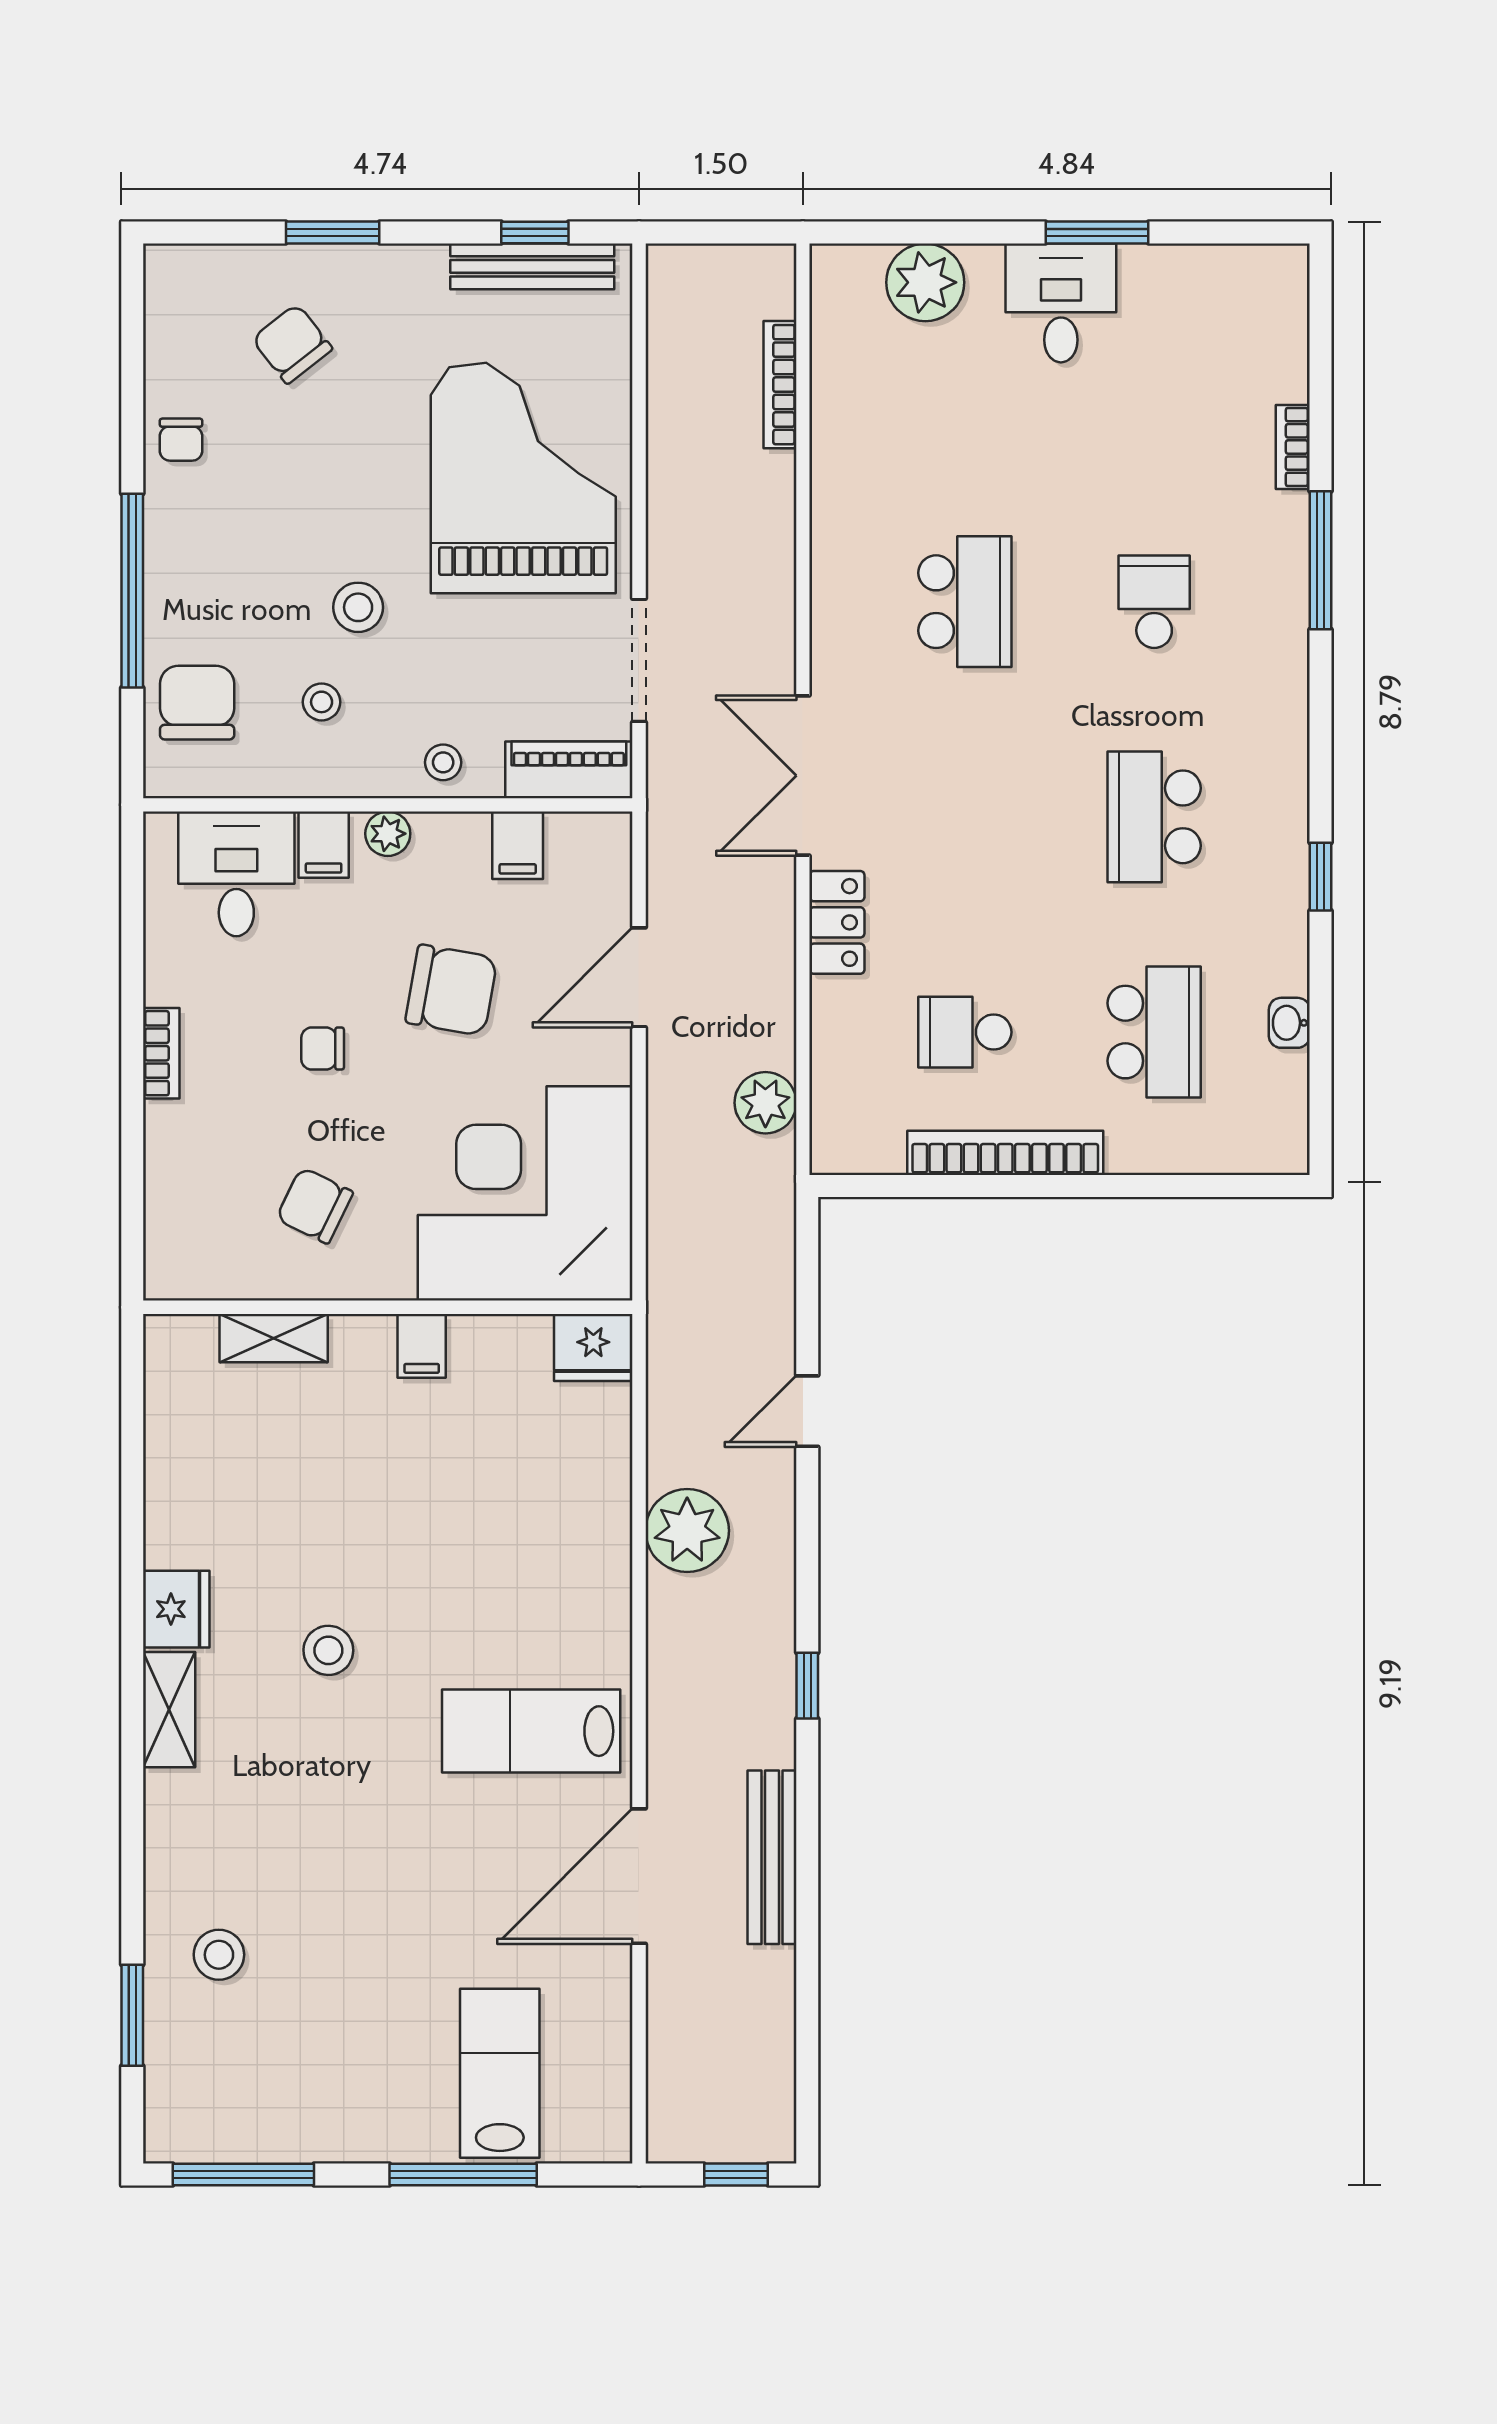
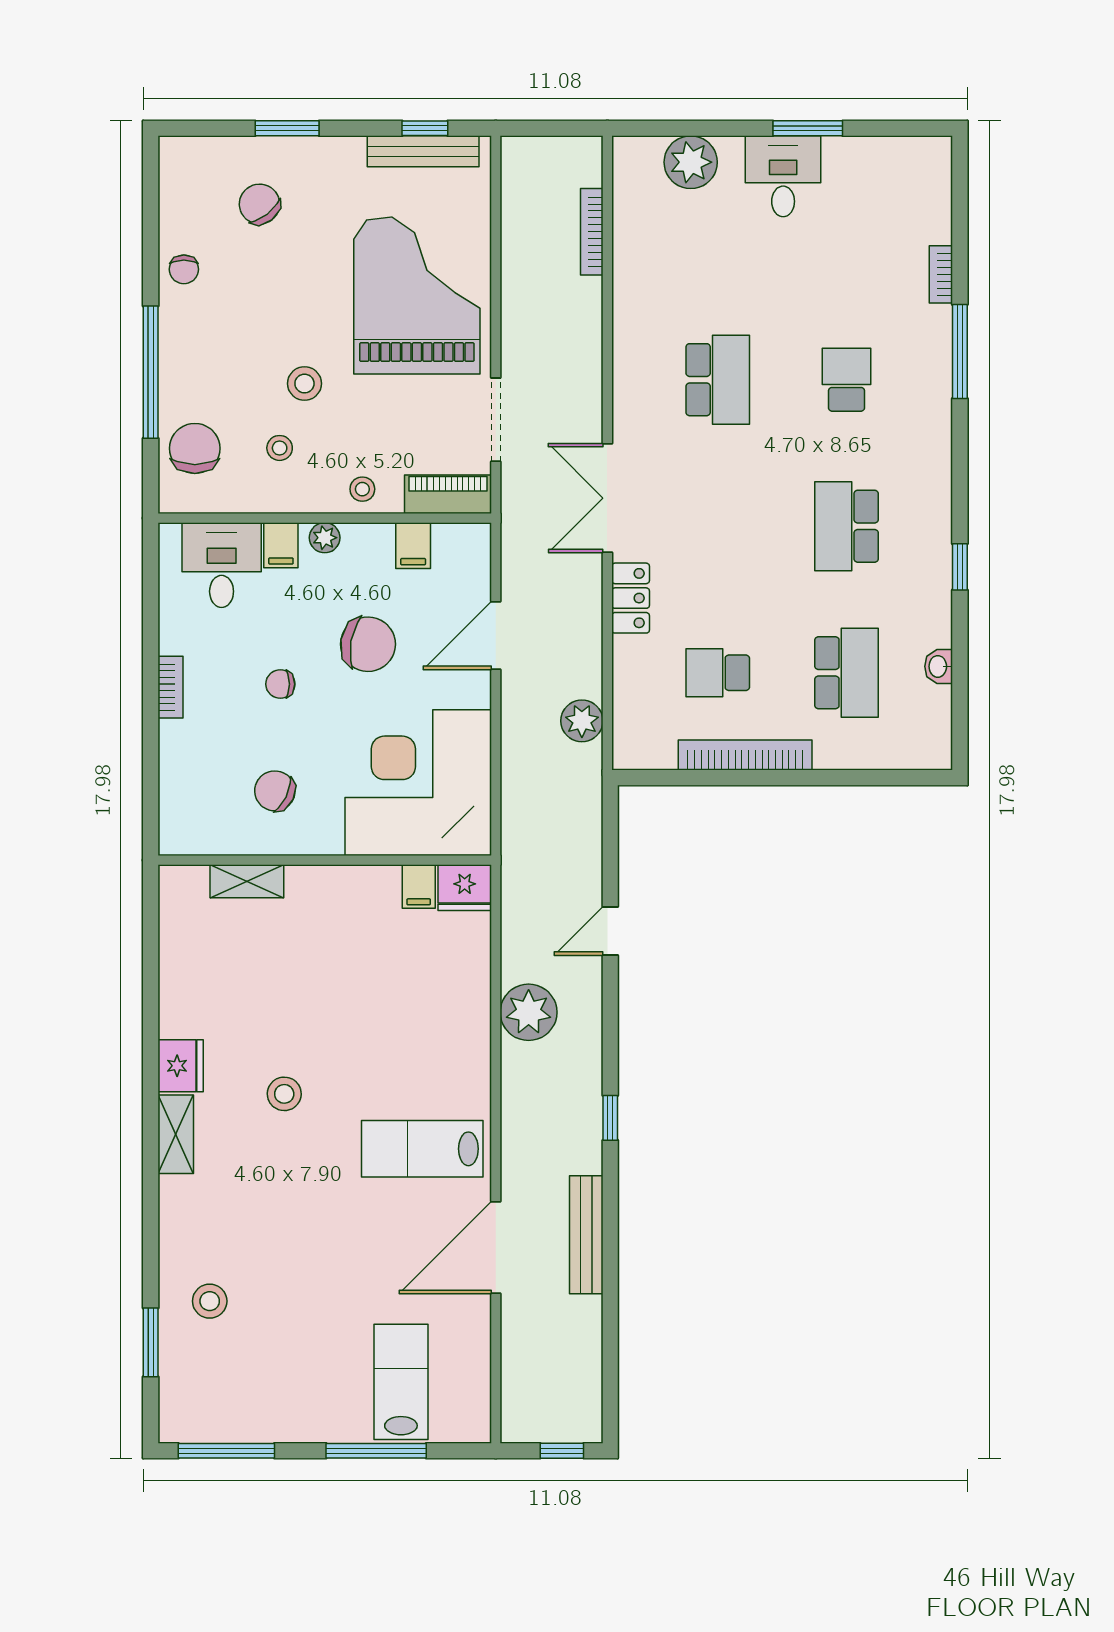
filing cabinet: (422, 1346) -> (419, 887), moved

